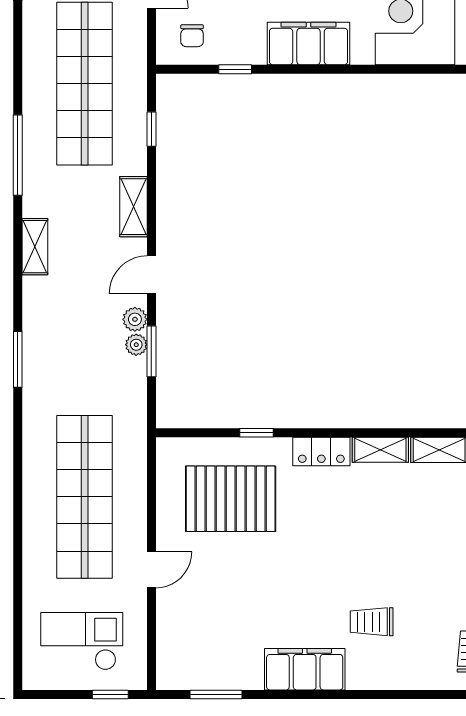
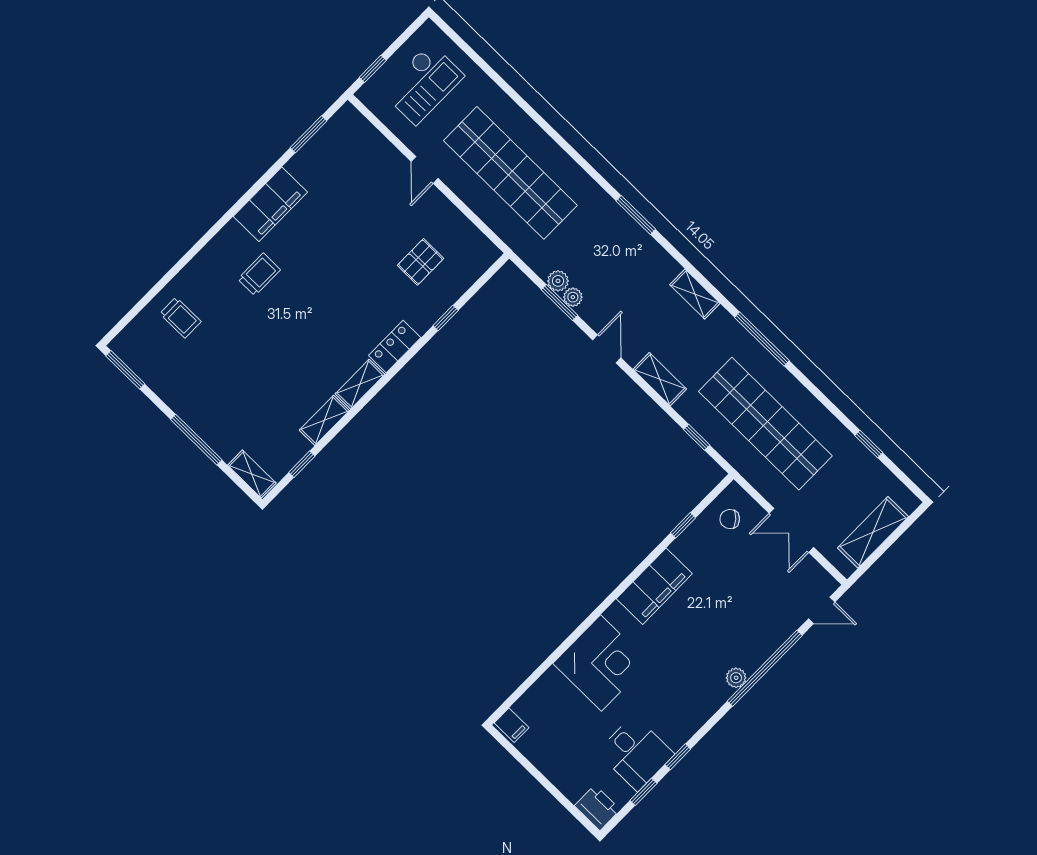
chair: (192, 36) -> (730, 519), turned -42
plant: (135, 319) -> (558, 281), moved
pallet: (231, 499) -> (420, 262), width x0.49, depth x0.50

